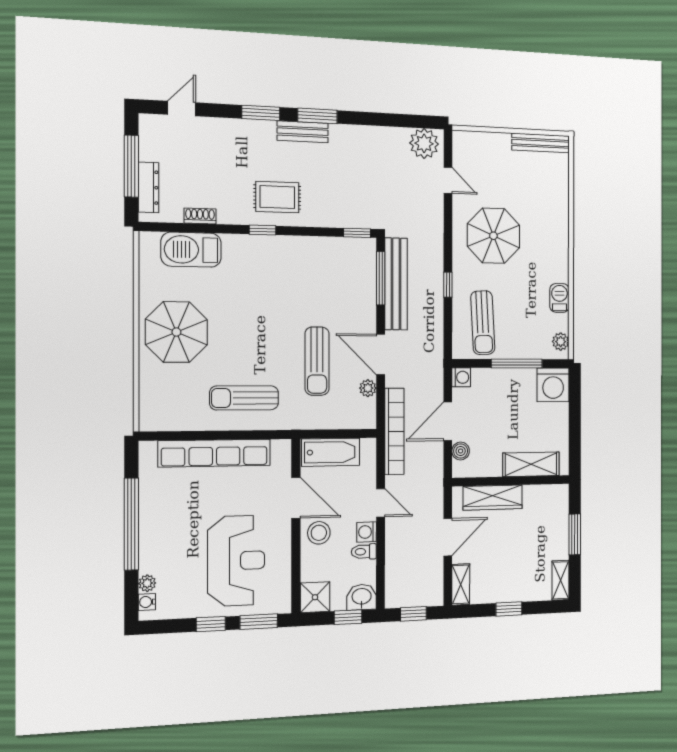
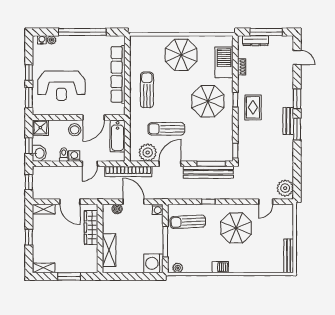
parasol: (266, 282) -> (208, 101), added
barbecue: (559, 298) -> (220, 267), moved
plant: (368, 388) -> (148, 152), width x1.88, depth x1.88

